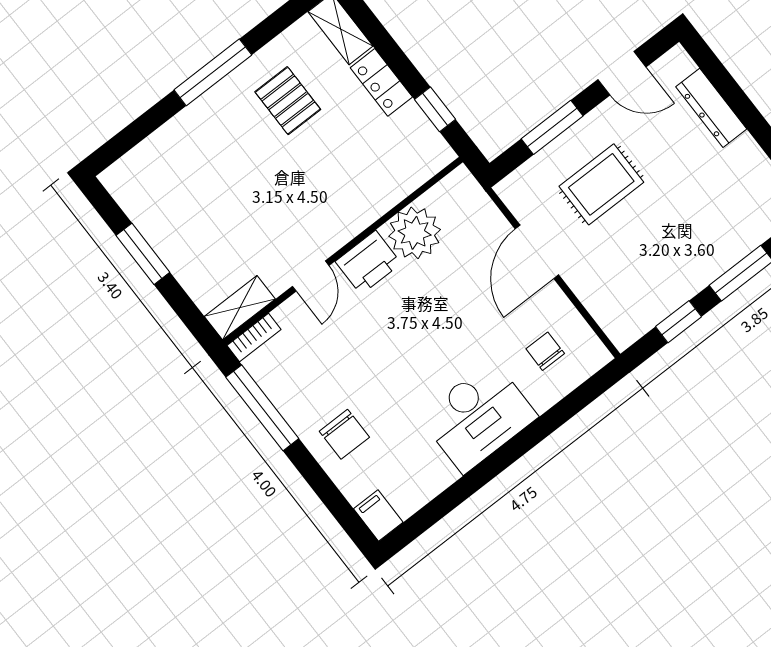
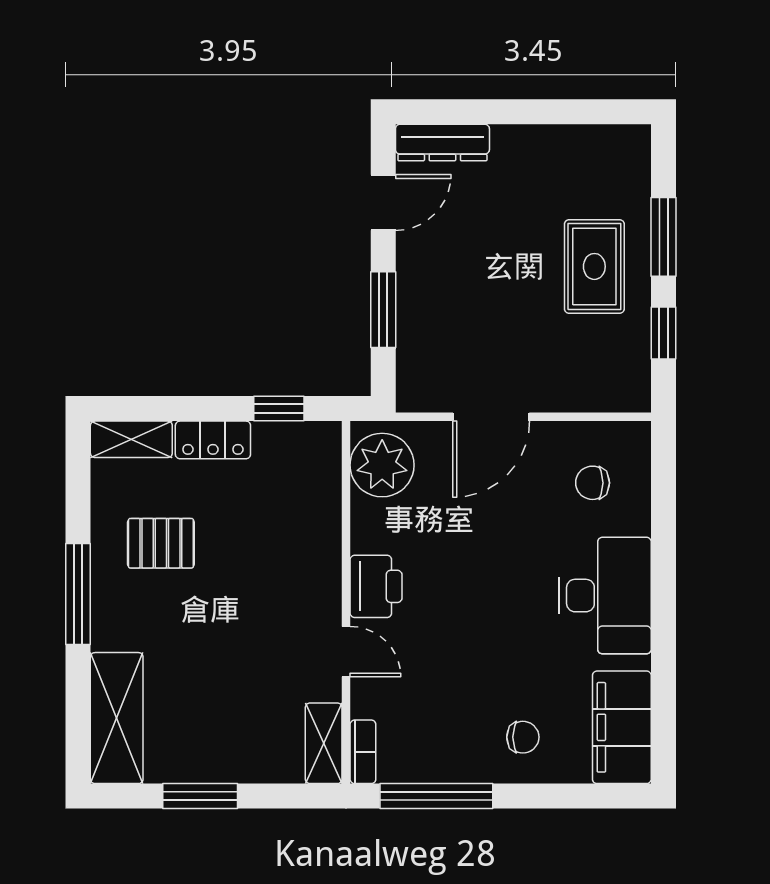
dresser: (711, 108) -> (442, 142), moved
shelving: (152, 160) -> (117, 718), added
rug: (601, 184) -> (594, 266), moved
plant: (415, 233) -> (382, 465), moved
door: (537, 252) -> (491, 417), hinge flipped
chair: (344, 434) -> (523, 737), width x0.73, depth x0.73
filing cabinet: (378, 515) -> (622, 727), width x3.00, depth x1.17

